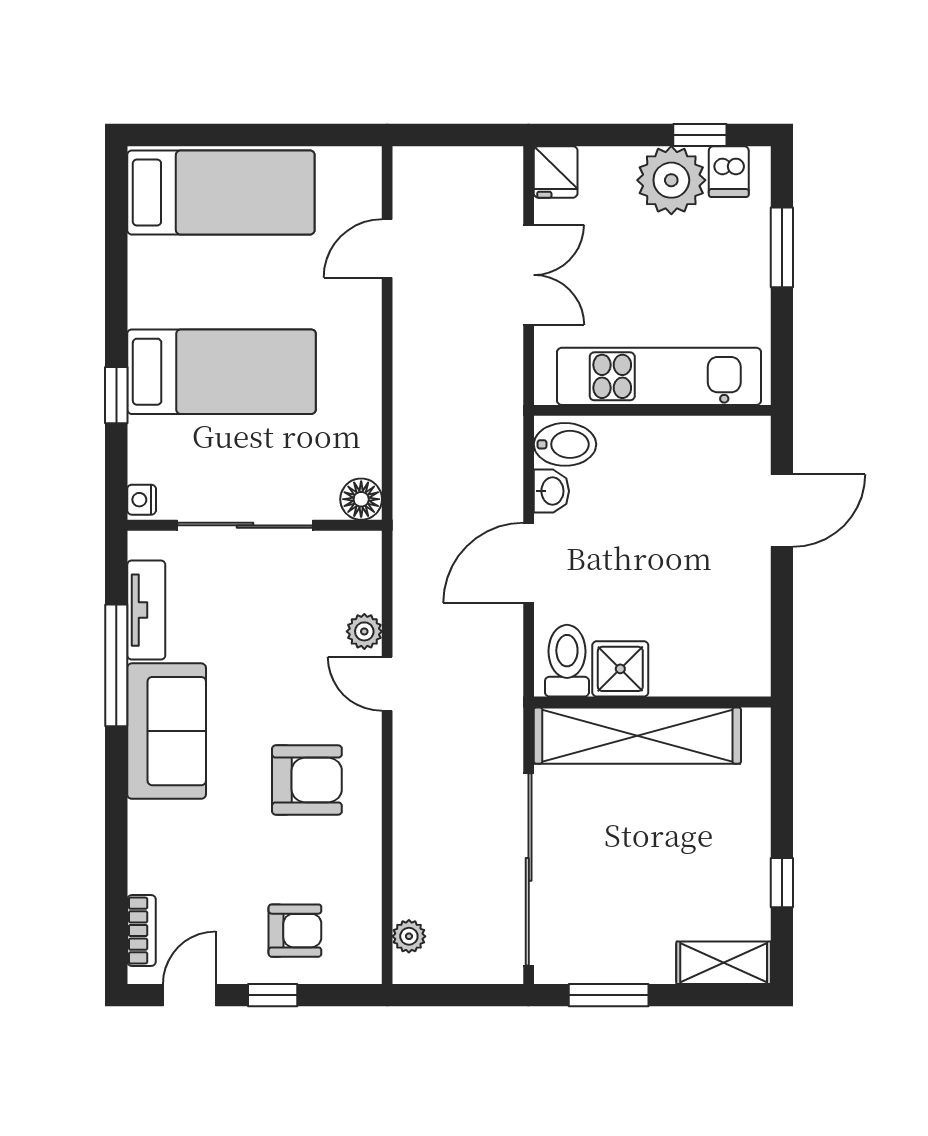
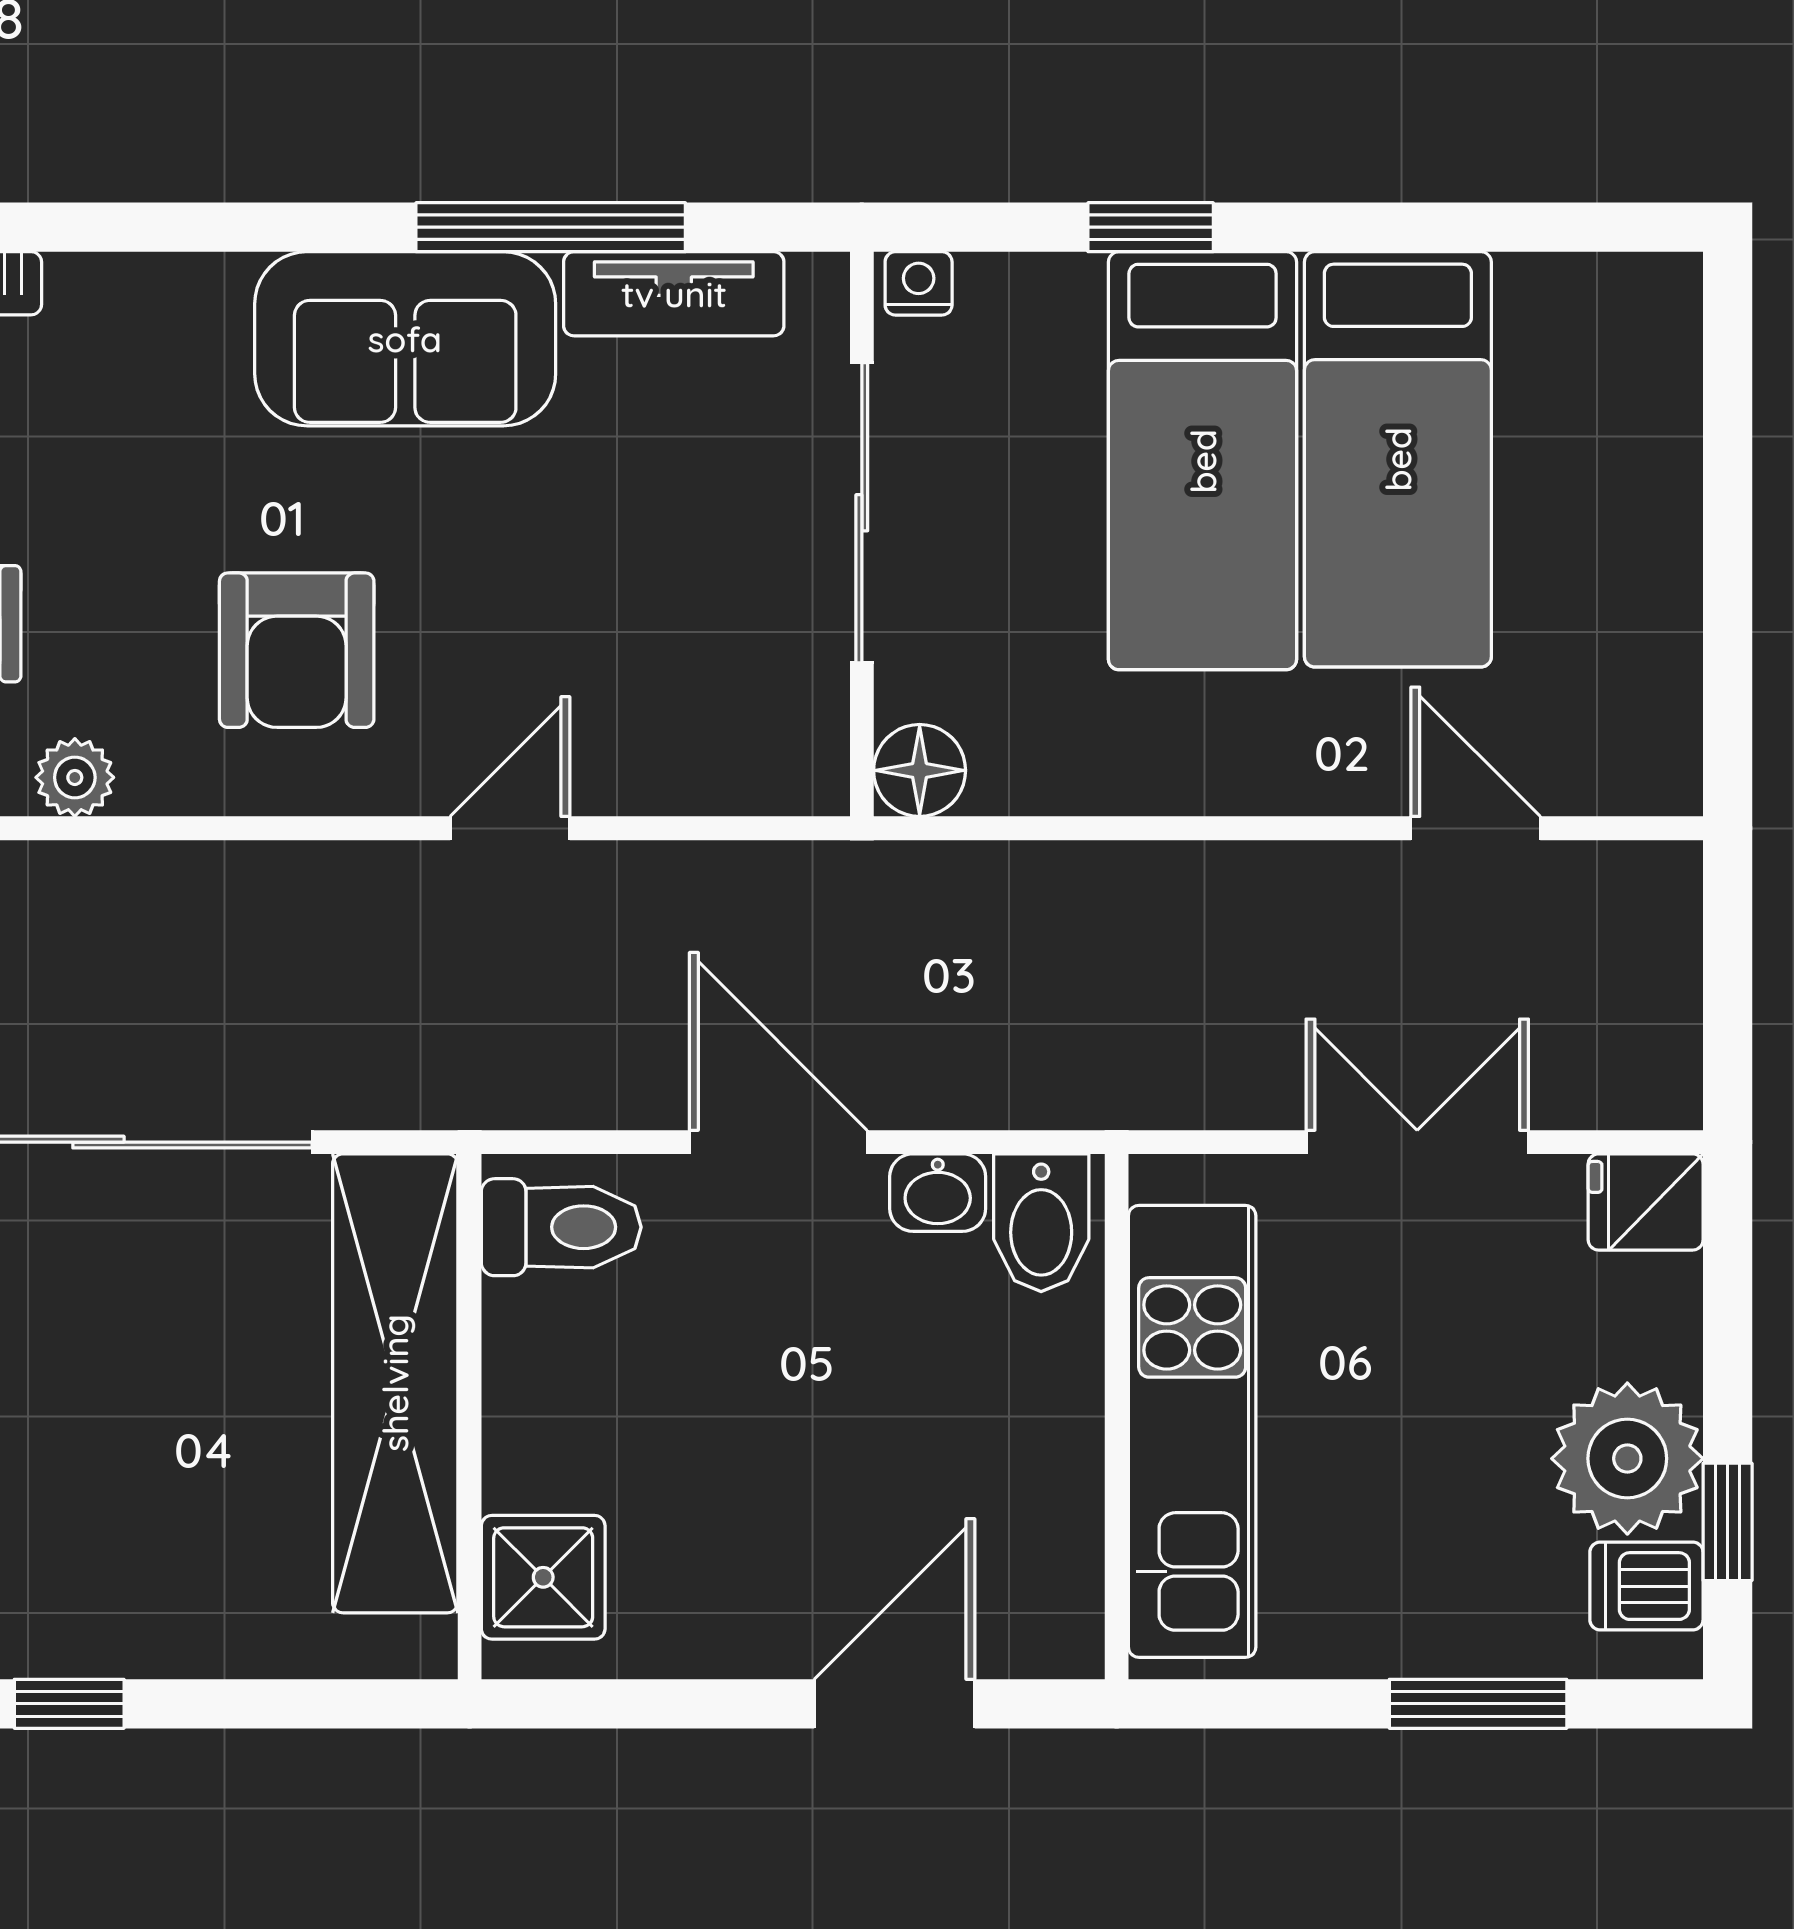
bed: (221, 192) -> (1398, 459), moved
double door: (529, 275) -> (1417, 1142), swing flipped
door: (782, 511) -> (894, 1704), swing flipped
plant: (364, 631) -> (75, 777), moved
shower: (620, 669) -> (543, 1577), moved

